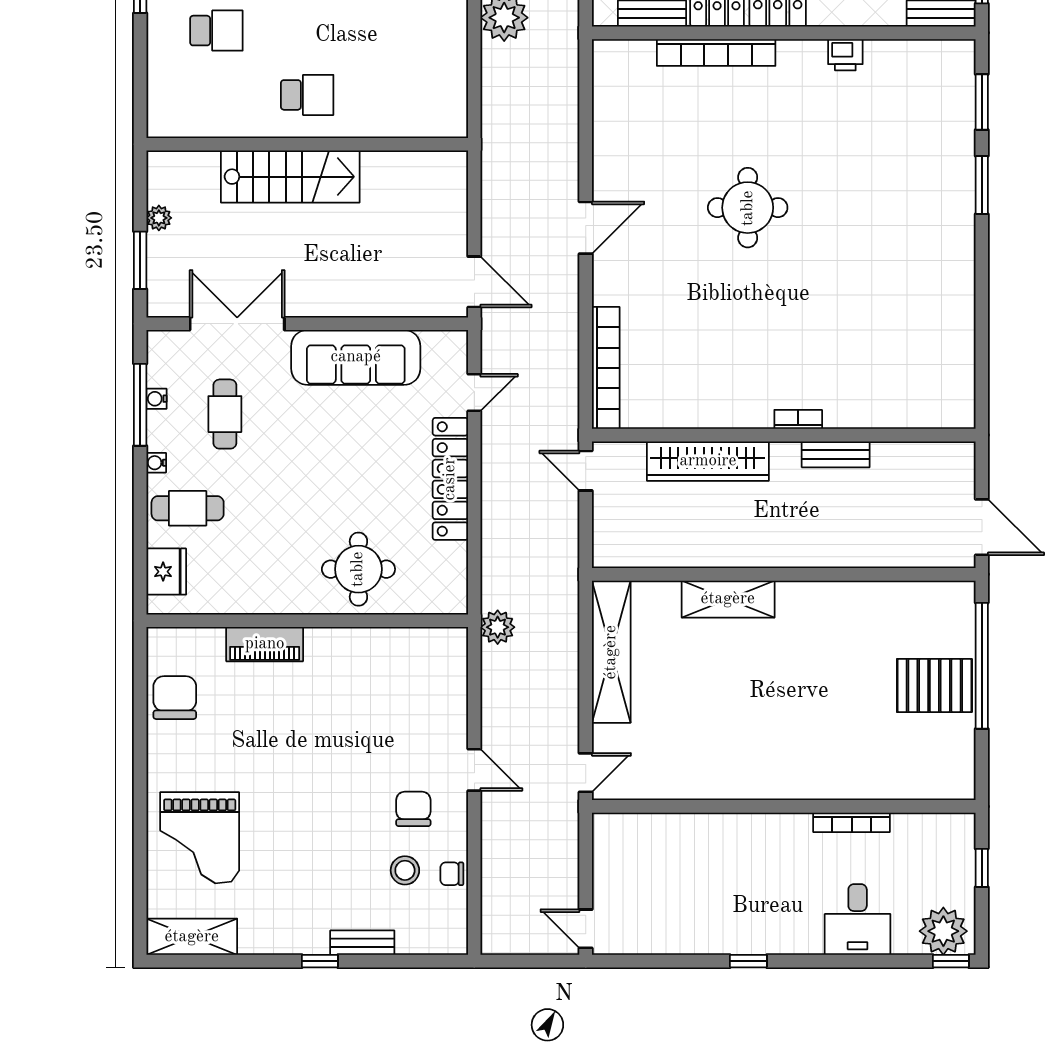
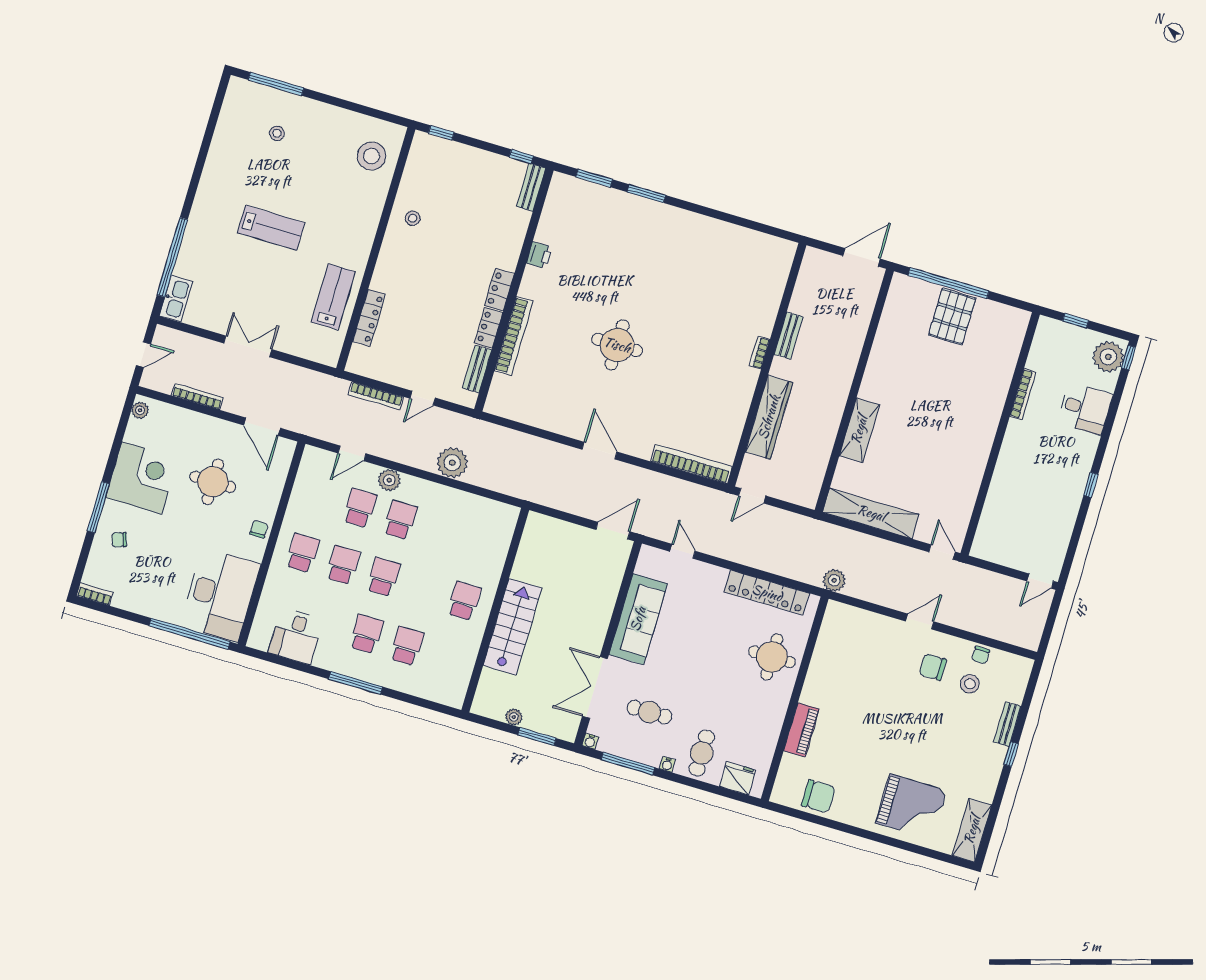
water cooler: (156, 399) -> (590, 741), moved
locker: (450, 479) -> (767, 593), moved
chair: (175, 698) -> (818, 796), turned 180

